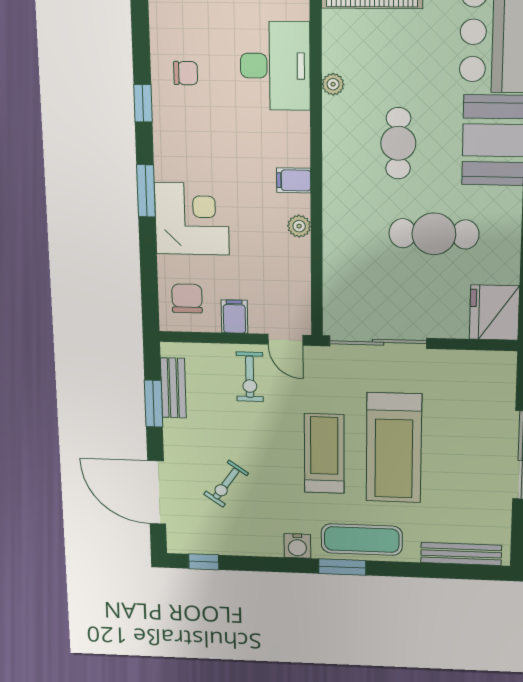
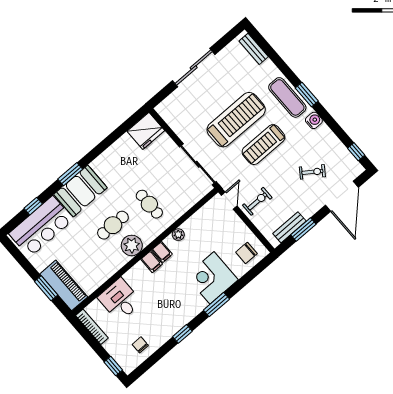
desk: (275, 66) -> (120, 300), width x0.73
chair: (186, 73) -> (140, 345), moved
plant: (333, 84) -> (132, 245), moved, width x1.88, depth x1.88
cafe table: (434, 234) -> (149, 204), moved, width x0.73, depth x0.74
filing cabinet: (234, 317) -> (152, 262), moved, turned -90
bench: (461, 554) -> (254, 49), width x0.73

